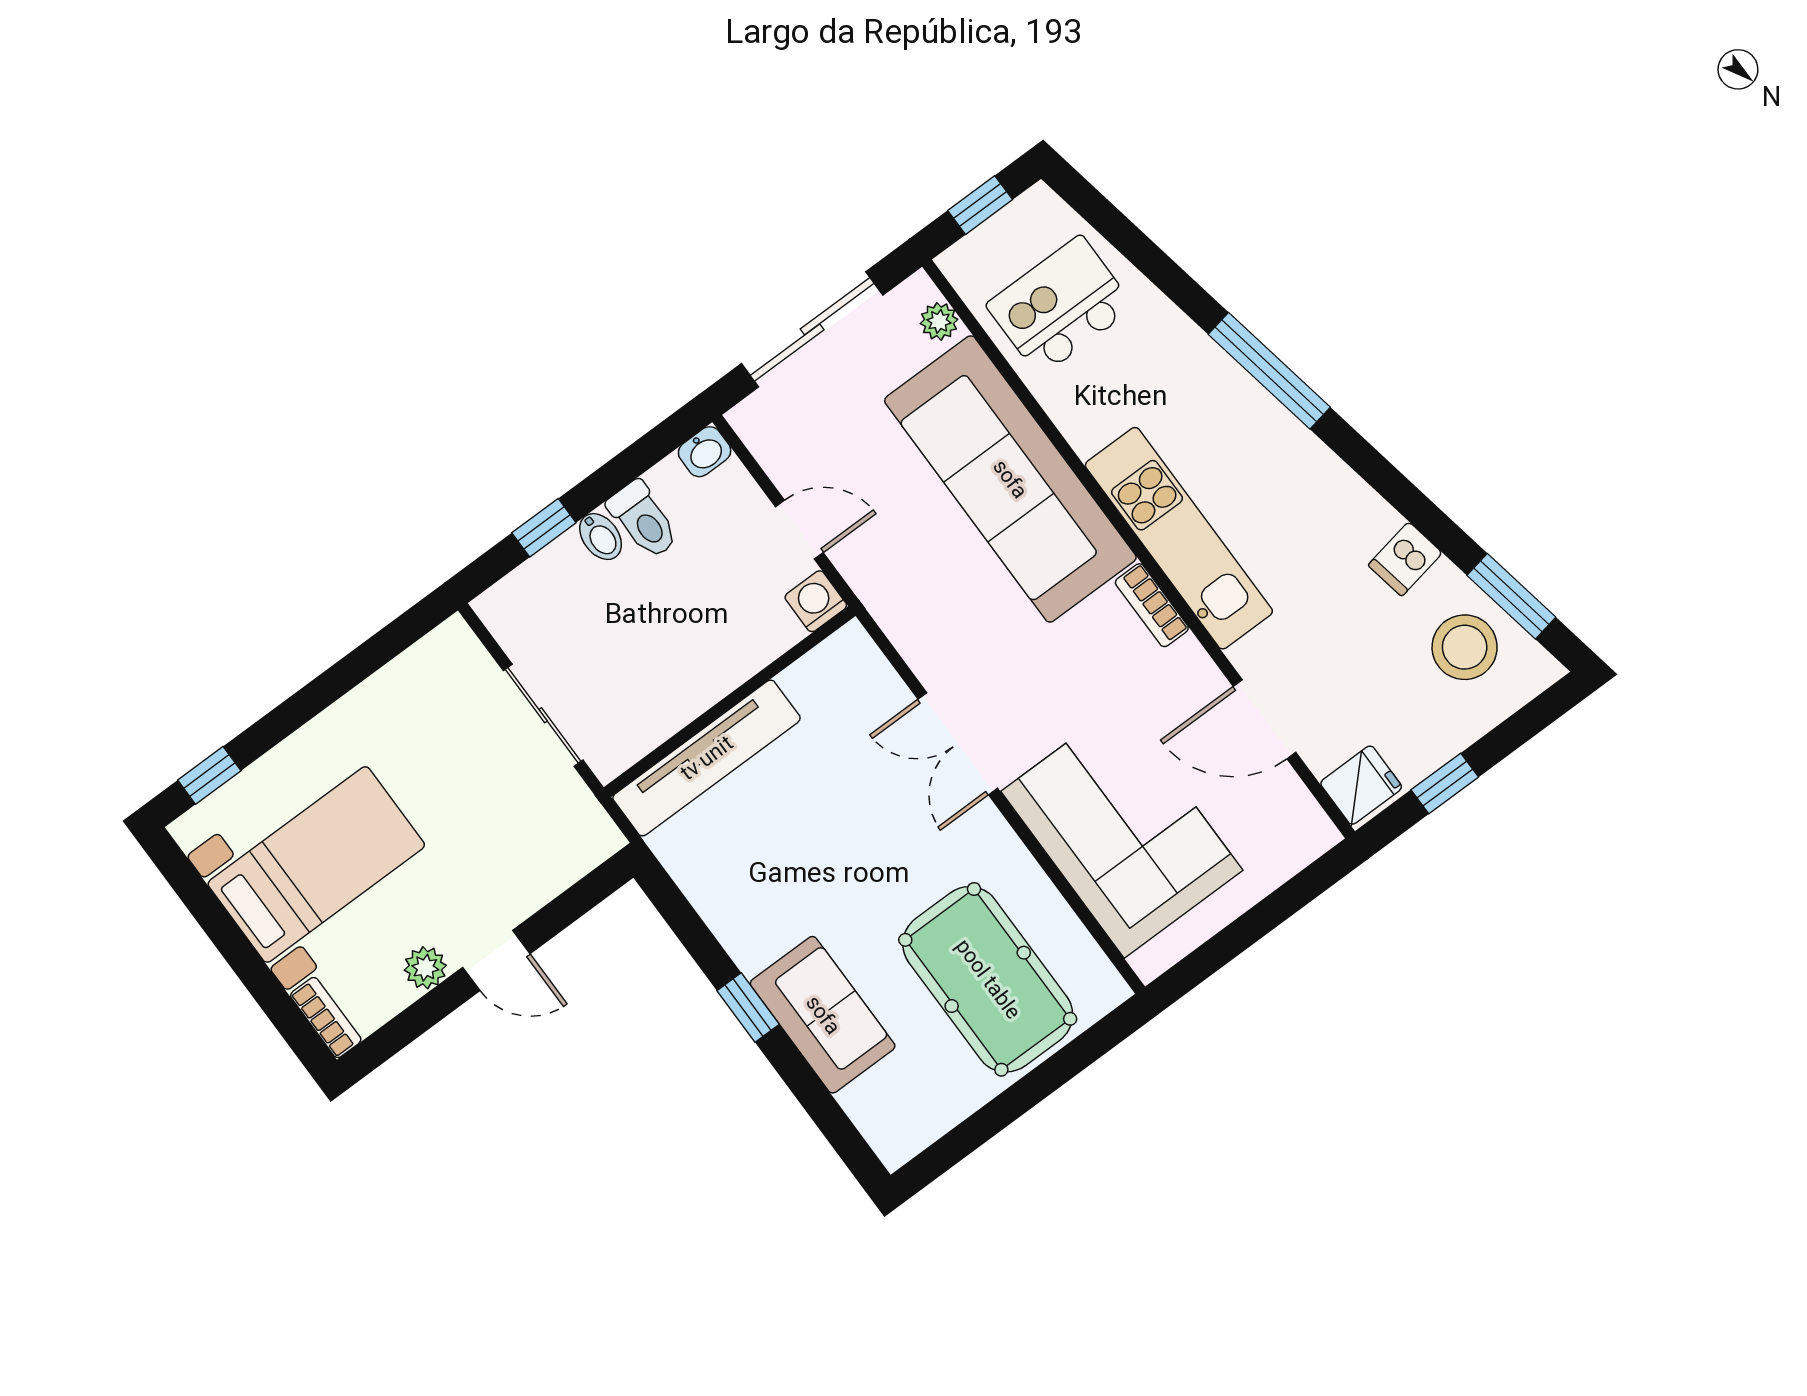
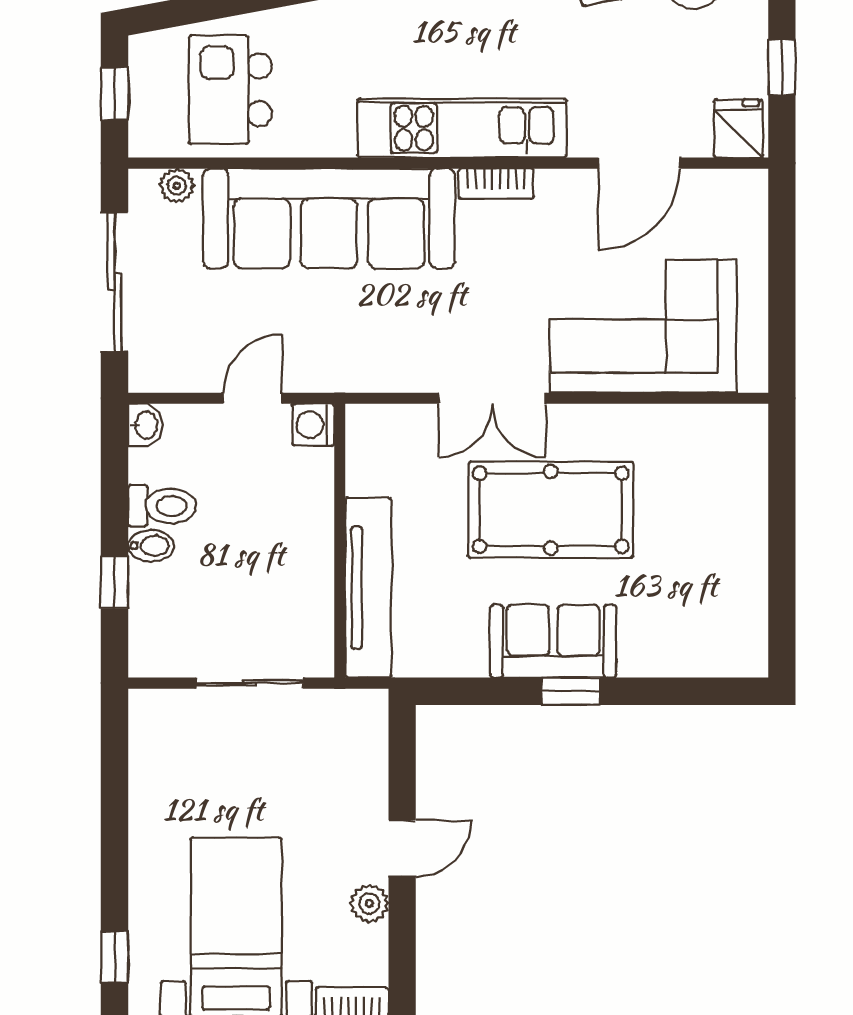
pool table: (988, 979) -> (551, 510), moved
sofa: (823, 1015) -> (553, 641), moved

